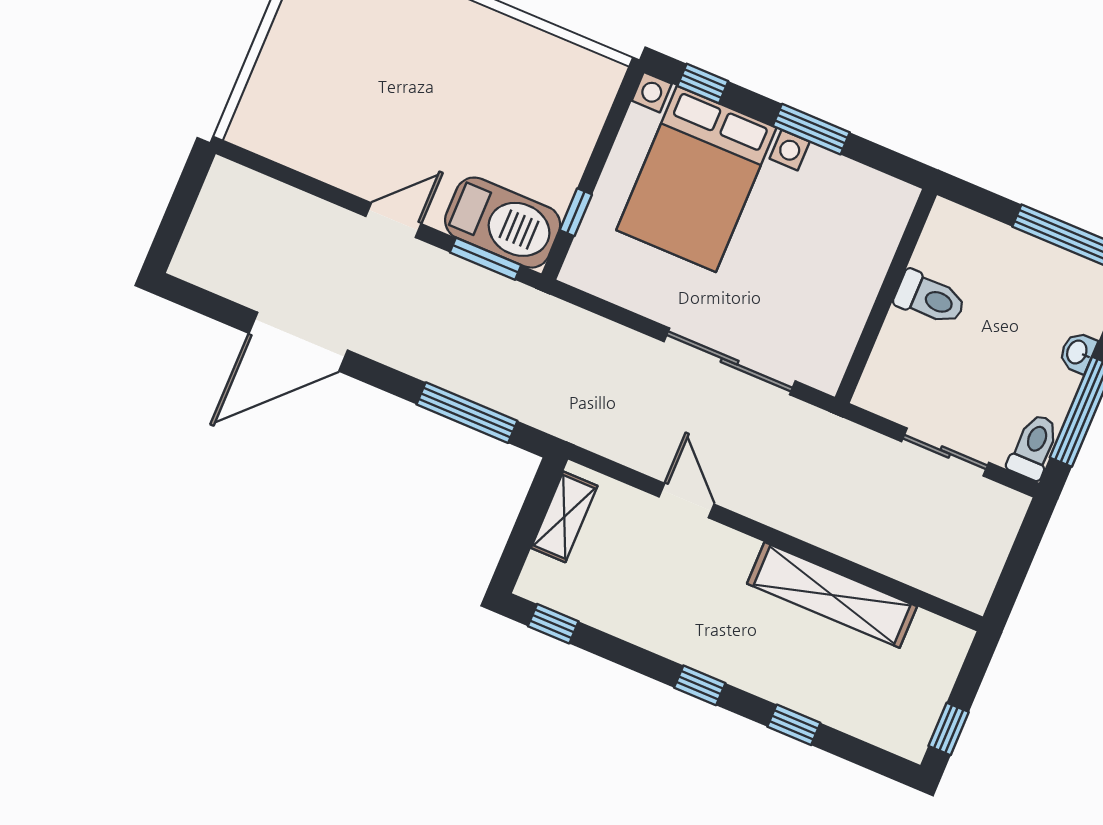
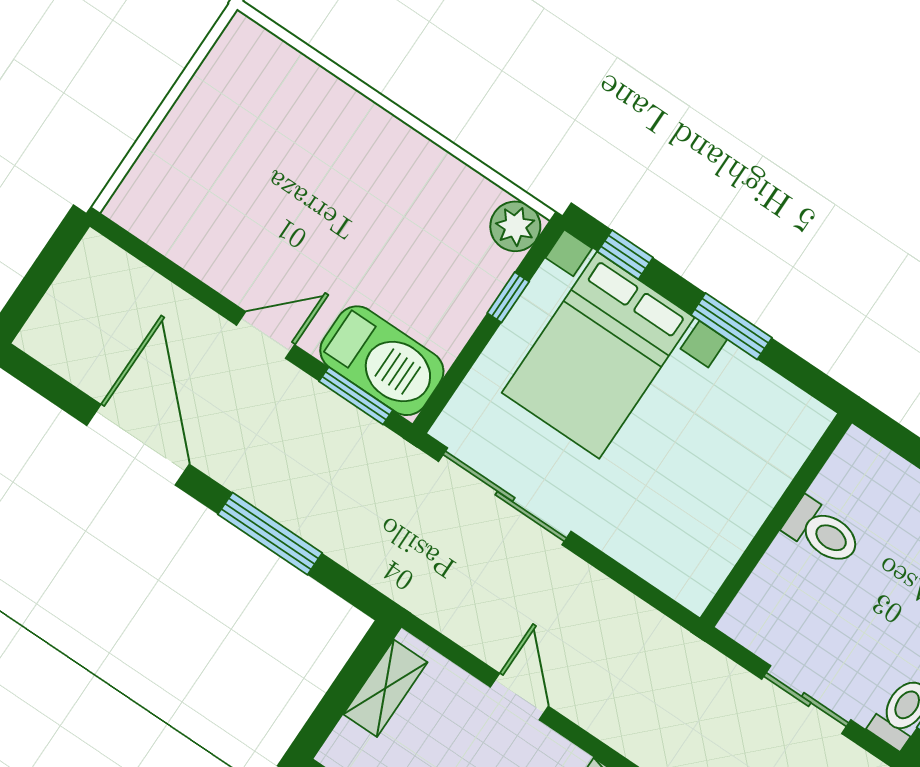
plant: (599, 78) -> (515, 226), added
window: (576, 212) -> (508, 297), moved
door: (298, 342) -> (138, 445), swing flipped
sliding door: (730, 361) -> (505, 496), moved
window: (467, 413) -> (270, 534), moved

